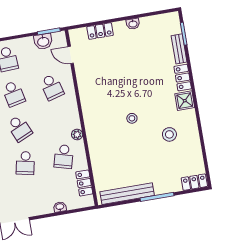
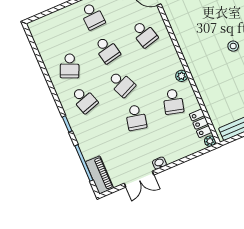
plant: (89, 202) -> (210, 141), added
washbasin: (60, 207) -> (159, 163), moved

